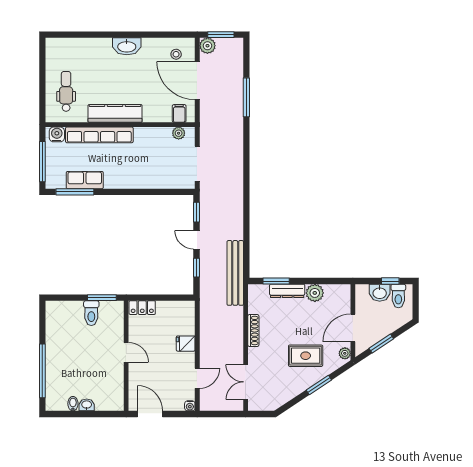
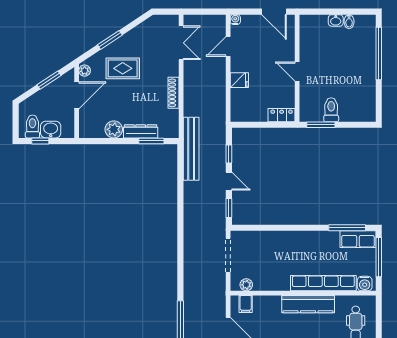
row of seats: (85, 180) -> (358, 239), moved

